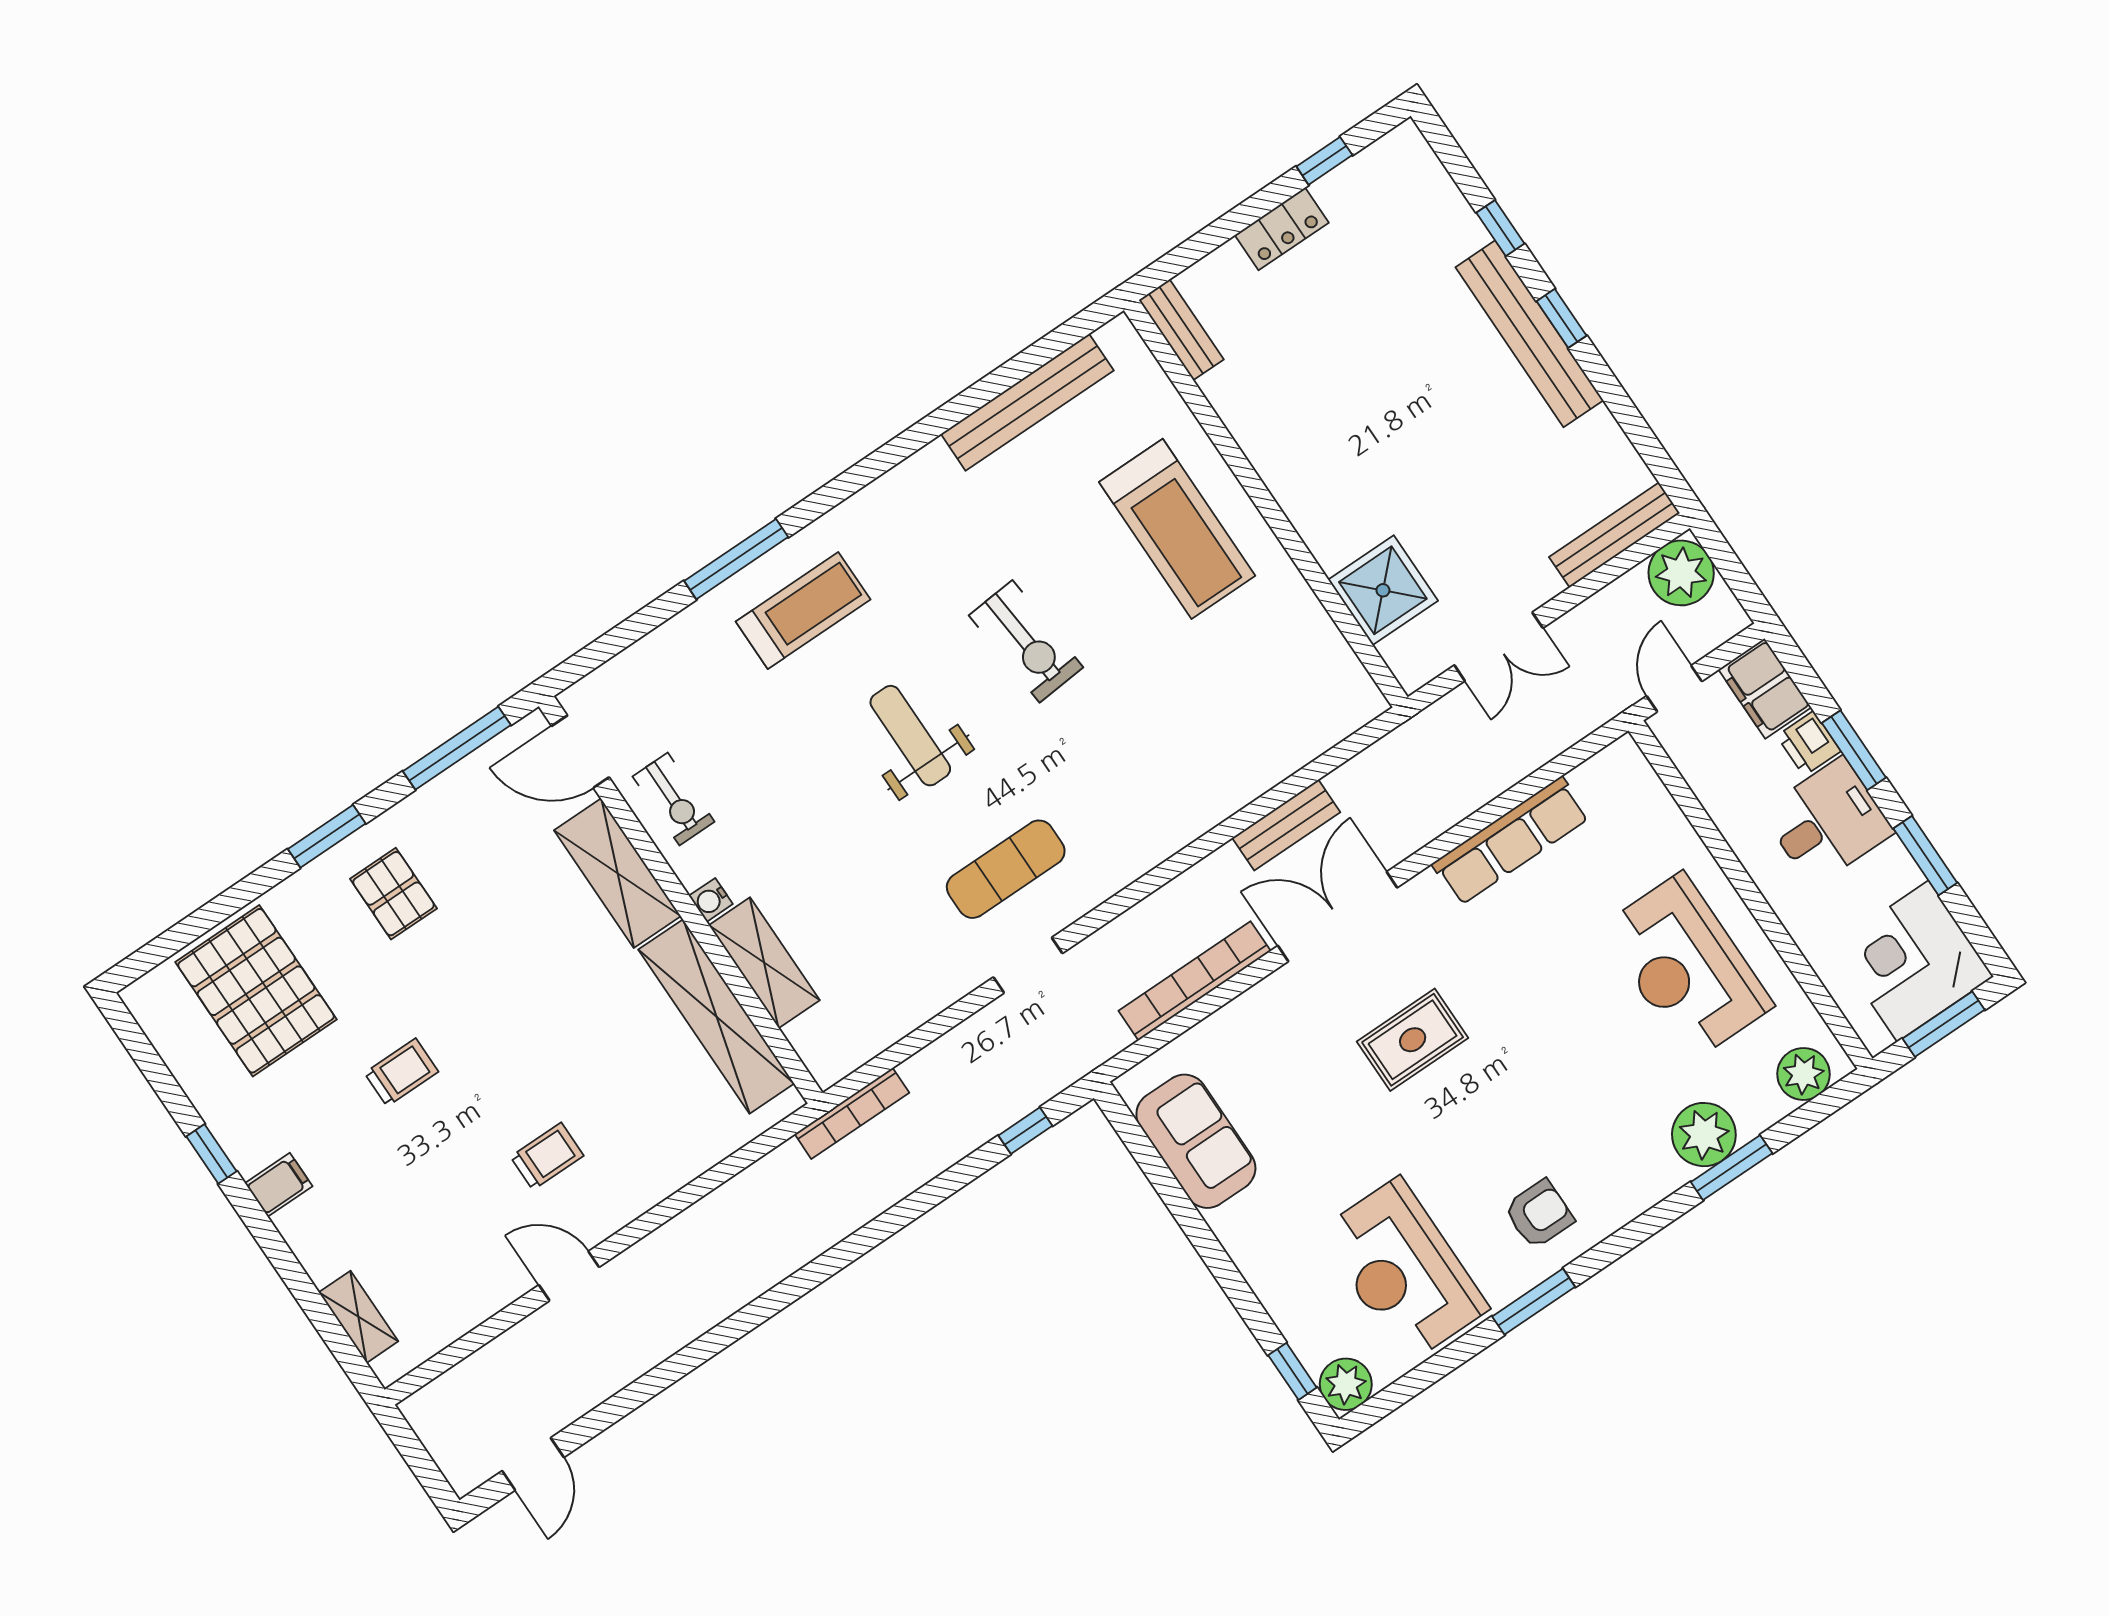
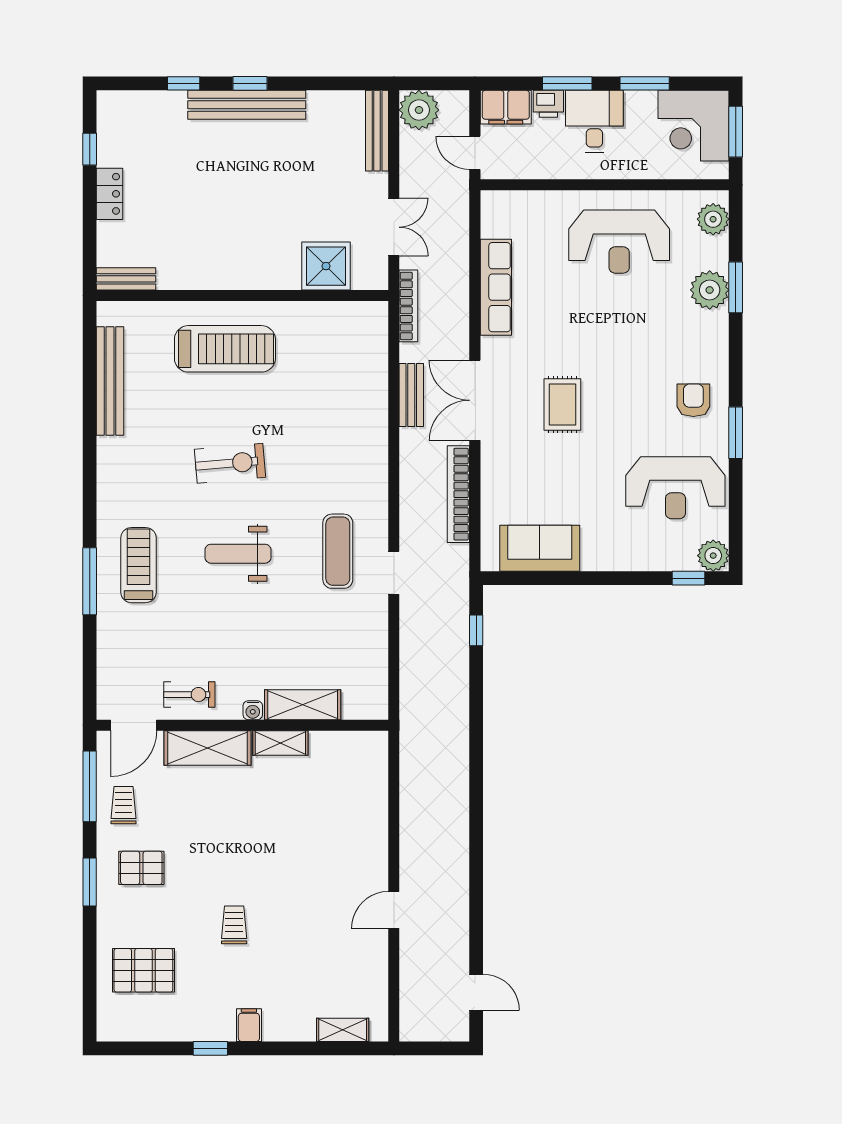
pallet: (256, 991) -> (143, 970), width x0.73, depth x0.71
shelving: (716, 1017) -> (280, 743), width x0.45, depth x0.75
bookcase: (852, 1113) -> (408, 306), moved
trolley: (547, 1156) -> (124, 805), moved

